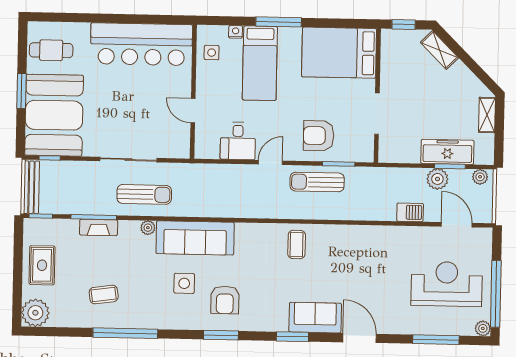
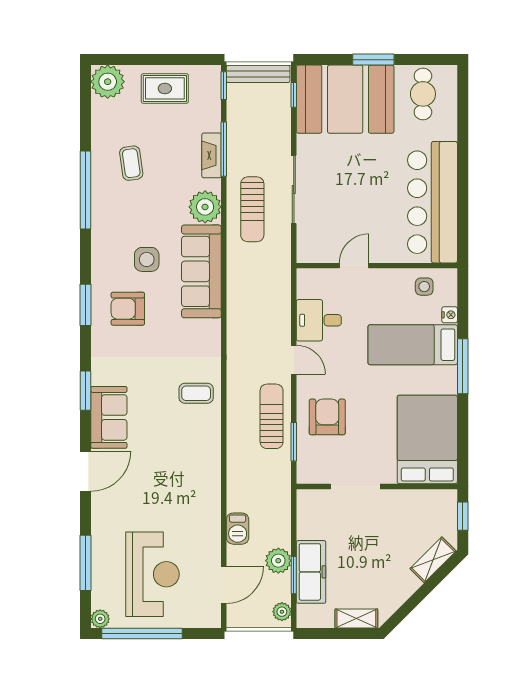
plant: (148, 228) -> (205, 207), width x1.87, depth x1.87

